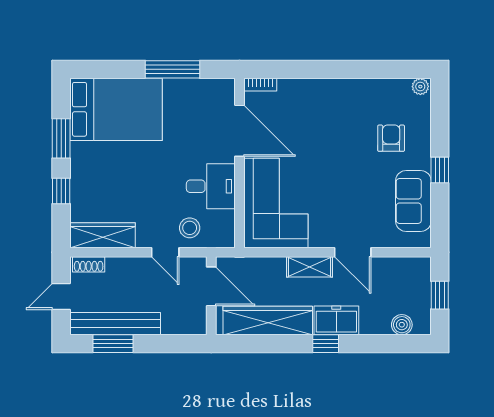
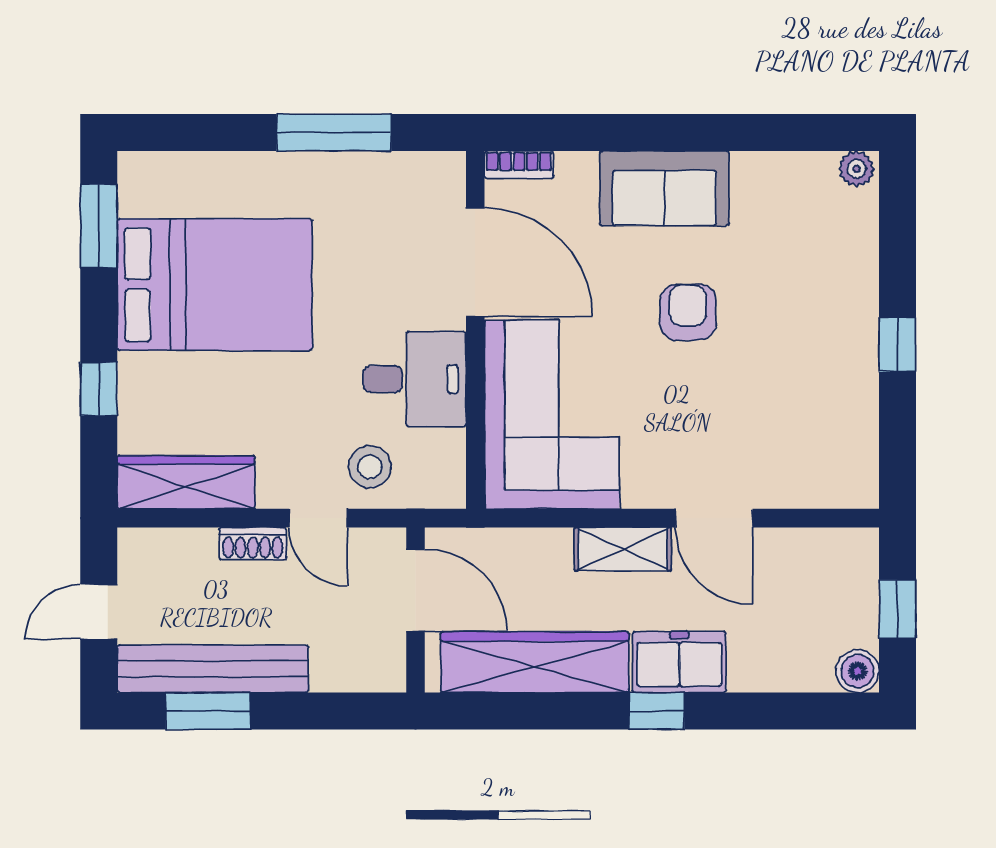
bed: (116, 109) -> (215, 285), moved
window: (61, 138) -> (99, 226), moved
armchair: (391, 138) -> (688, 312), moved
sofa: (413, 201) -> (664, 188), moved, turned -90
shoe rack: (89, 264) -> (253, 544), moved
boiler: (402, 325) -> (858, 671), moved

